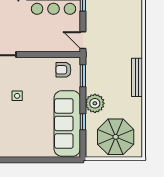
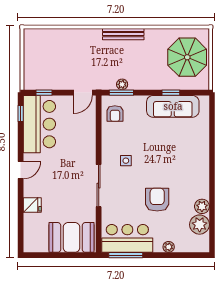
side table: (17, 96) -> (126, 161), moved
plant: (95, 103) -> (122, 84), moved, width x0.53, depth x0.53
sofa: (67, 123) -> (173, 106), width x0.74, depth x0.79

